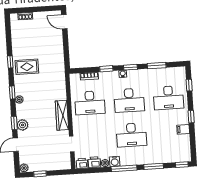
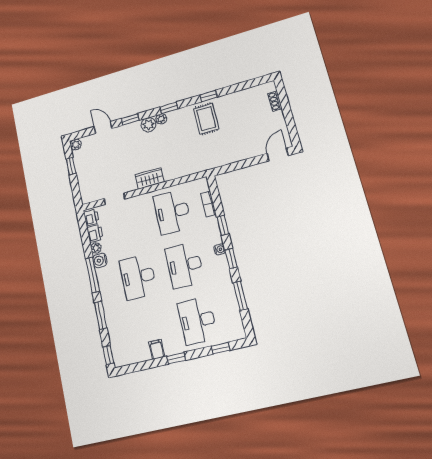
wardrobe: (62, 115) -> (150, 178), width x0.67
plant: (23, 125) -> (148, 125), moved

